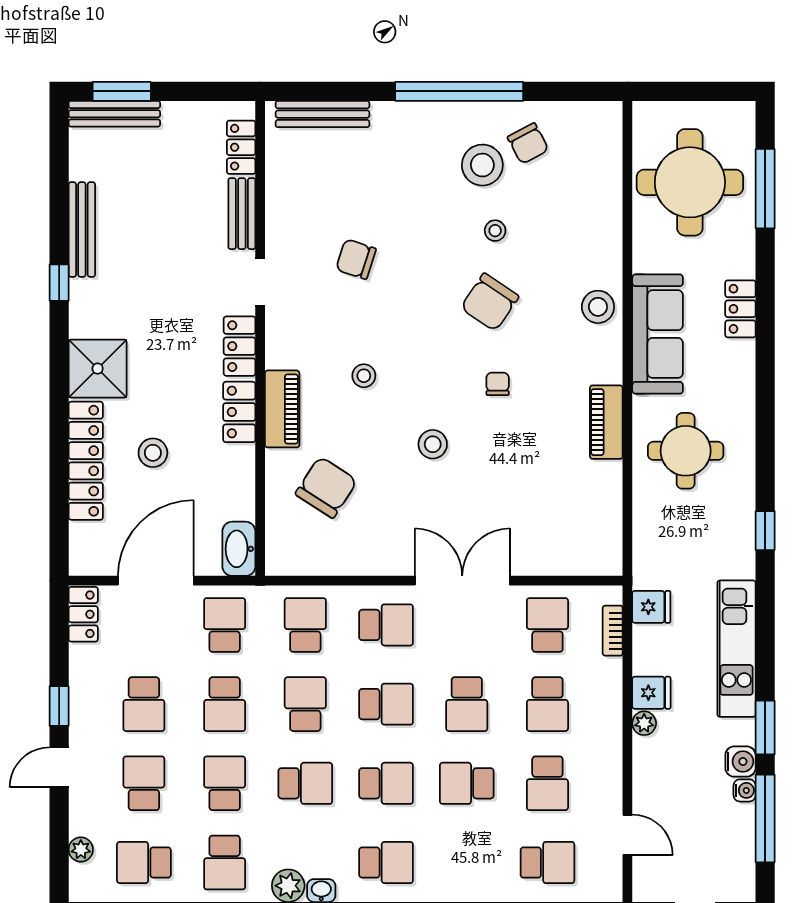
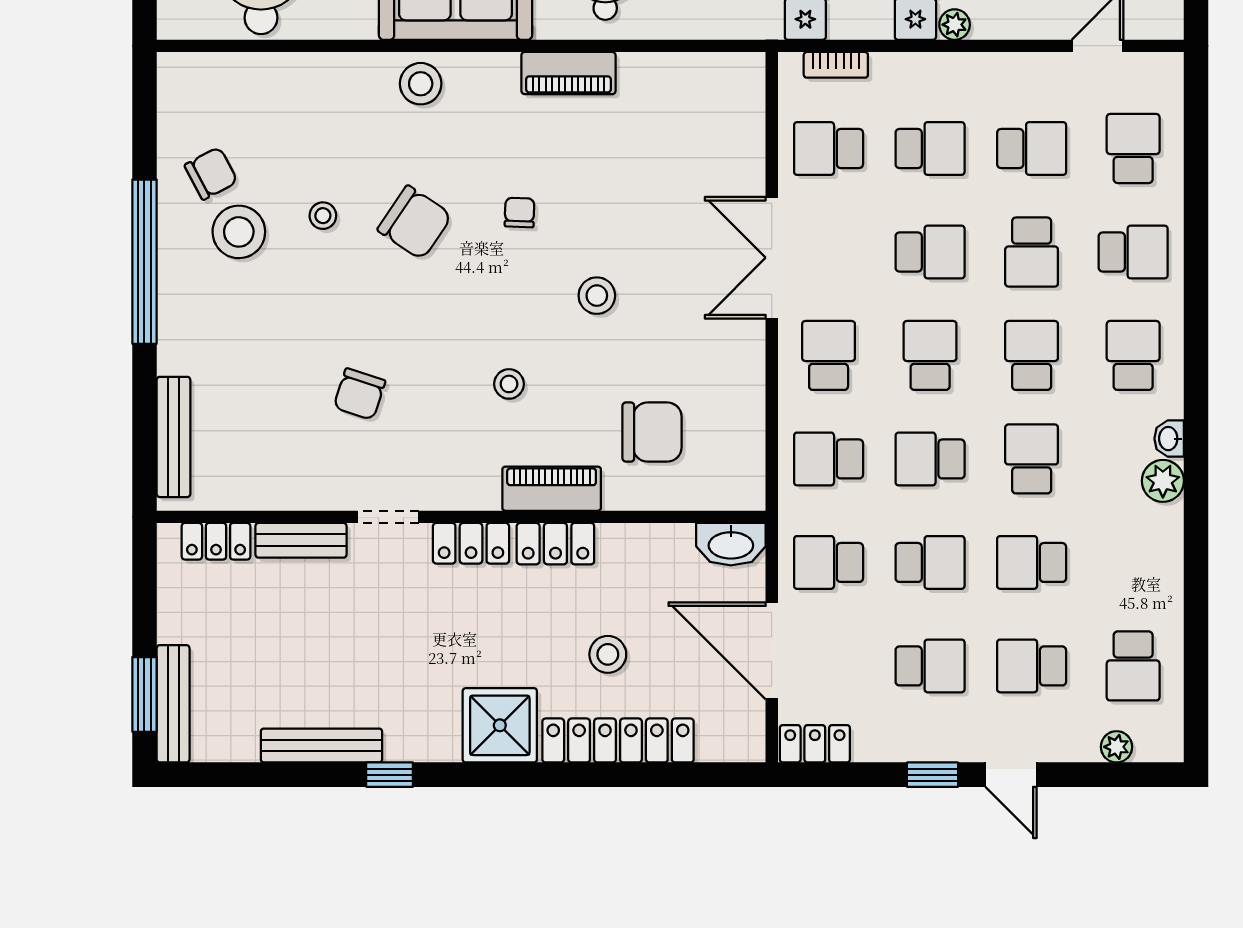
chair: (498, 384) -> (520, 212), turned 92
chair: (326, 487) -> (652, 432), turned 147
school desk: (225, 863) -> (1133, 252), moved

